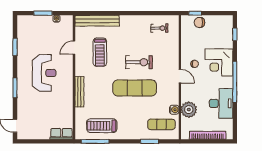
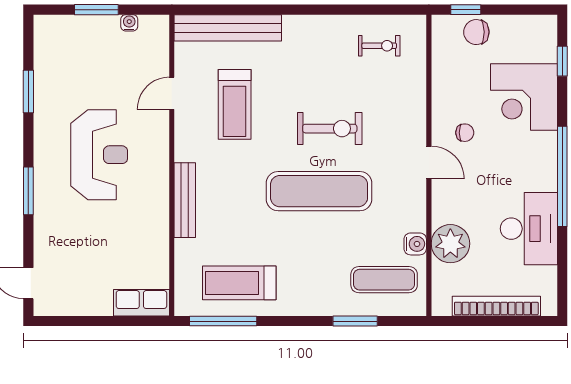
corner desk: (219, 62) -> (524, 97), moved

